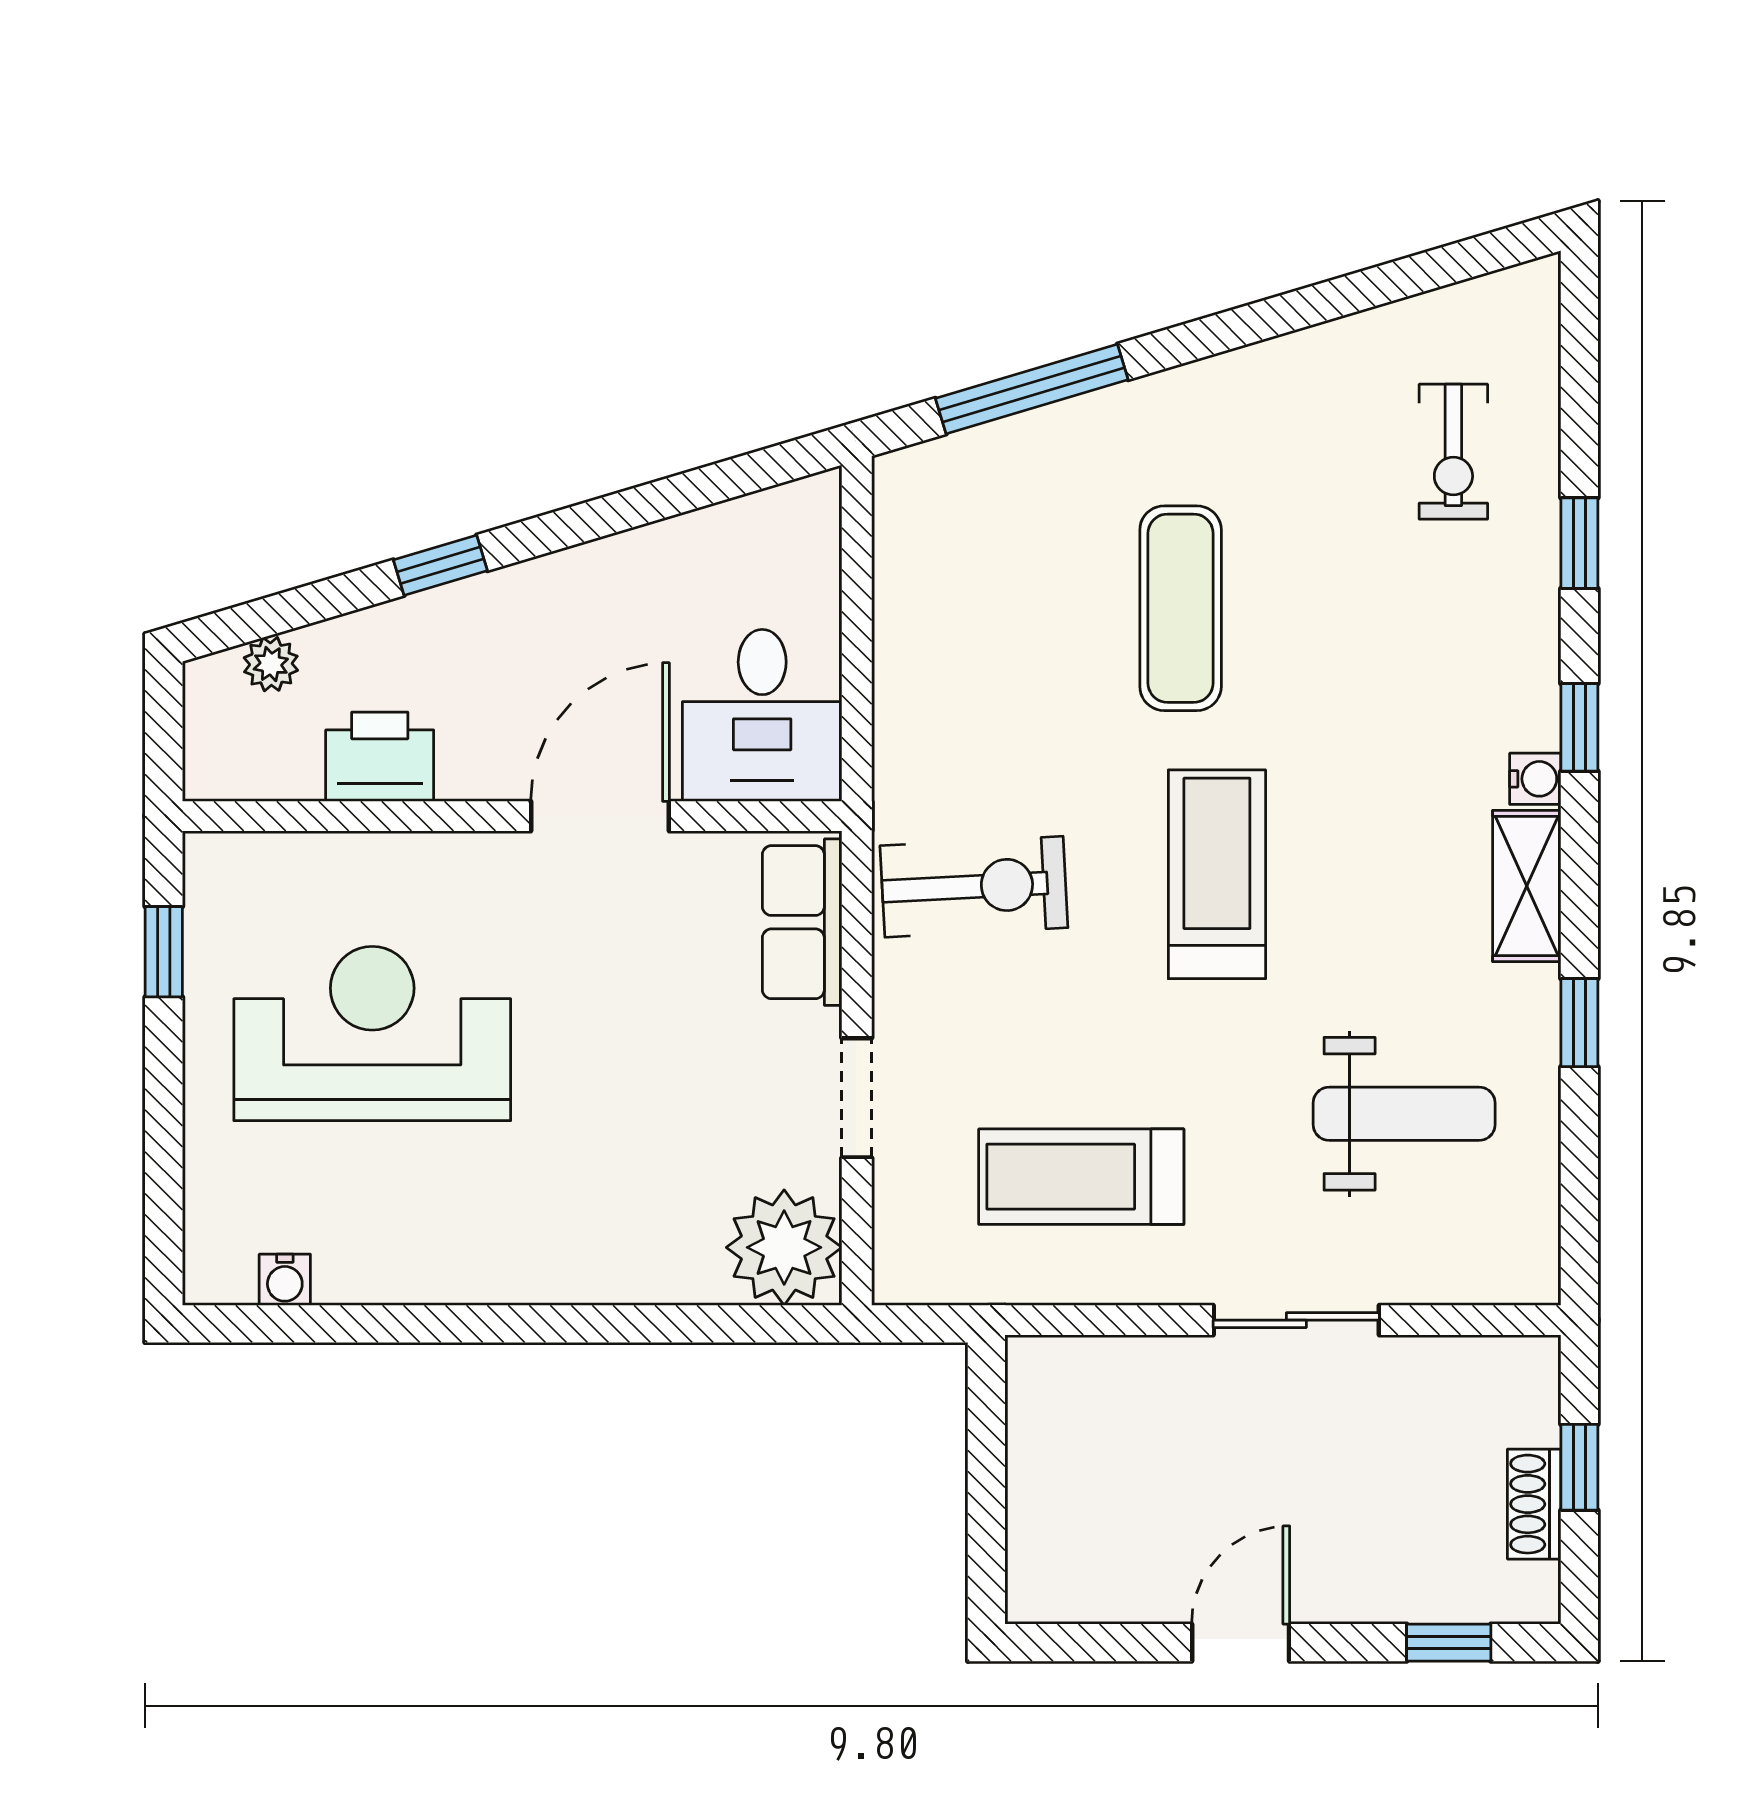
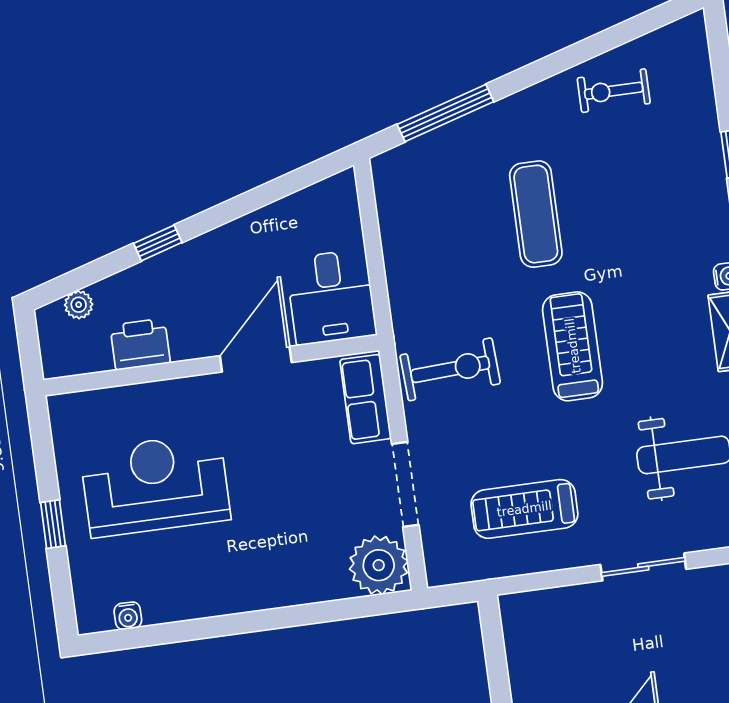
exercise bike: (1453, 452) -> (614, 91), moved, turned 90
window: (164, 952) -> (53, 524), moved
doorway: (857, 1098) -> (405, 484), width x1.38

